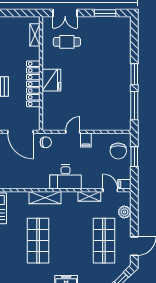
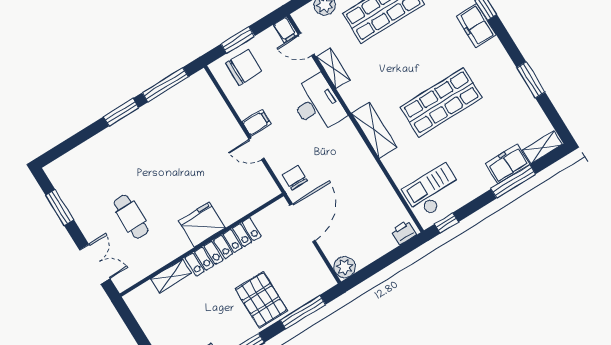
shelving: (35, 35) -> (171, 276), moved
cafe table: (67, 42) -> (131, 217), moved
desk: (65, 177) -> (317, 104), moved
door: (110, 190) -> (306, 44), hinge flipped

